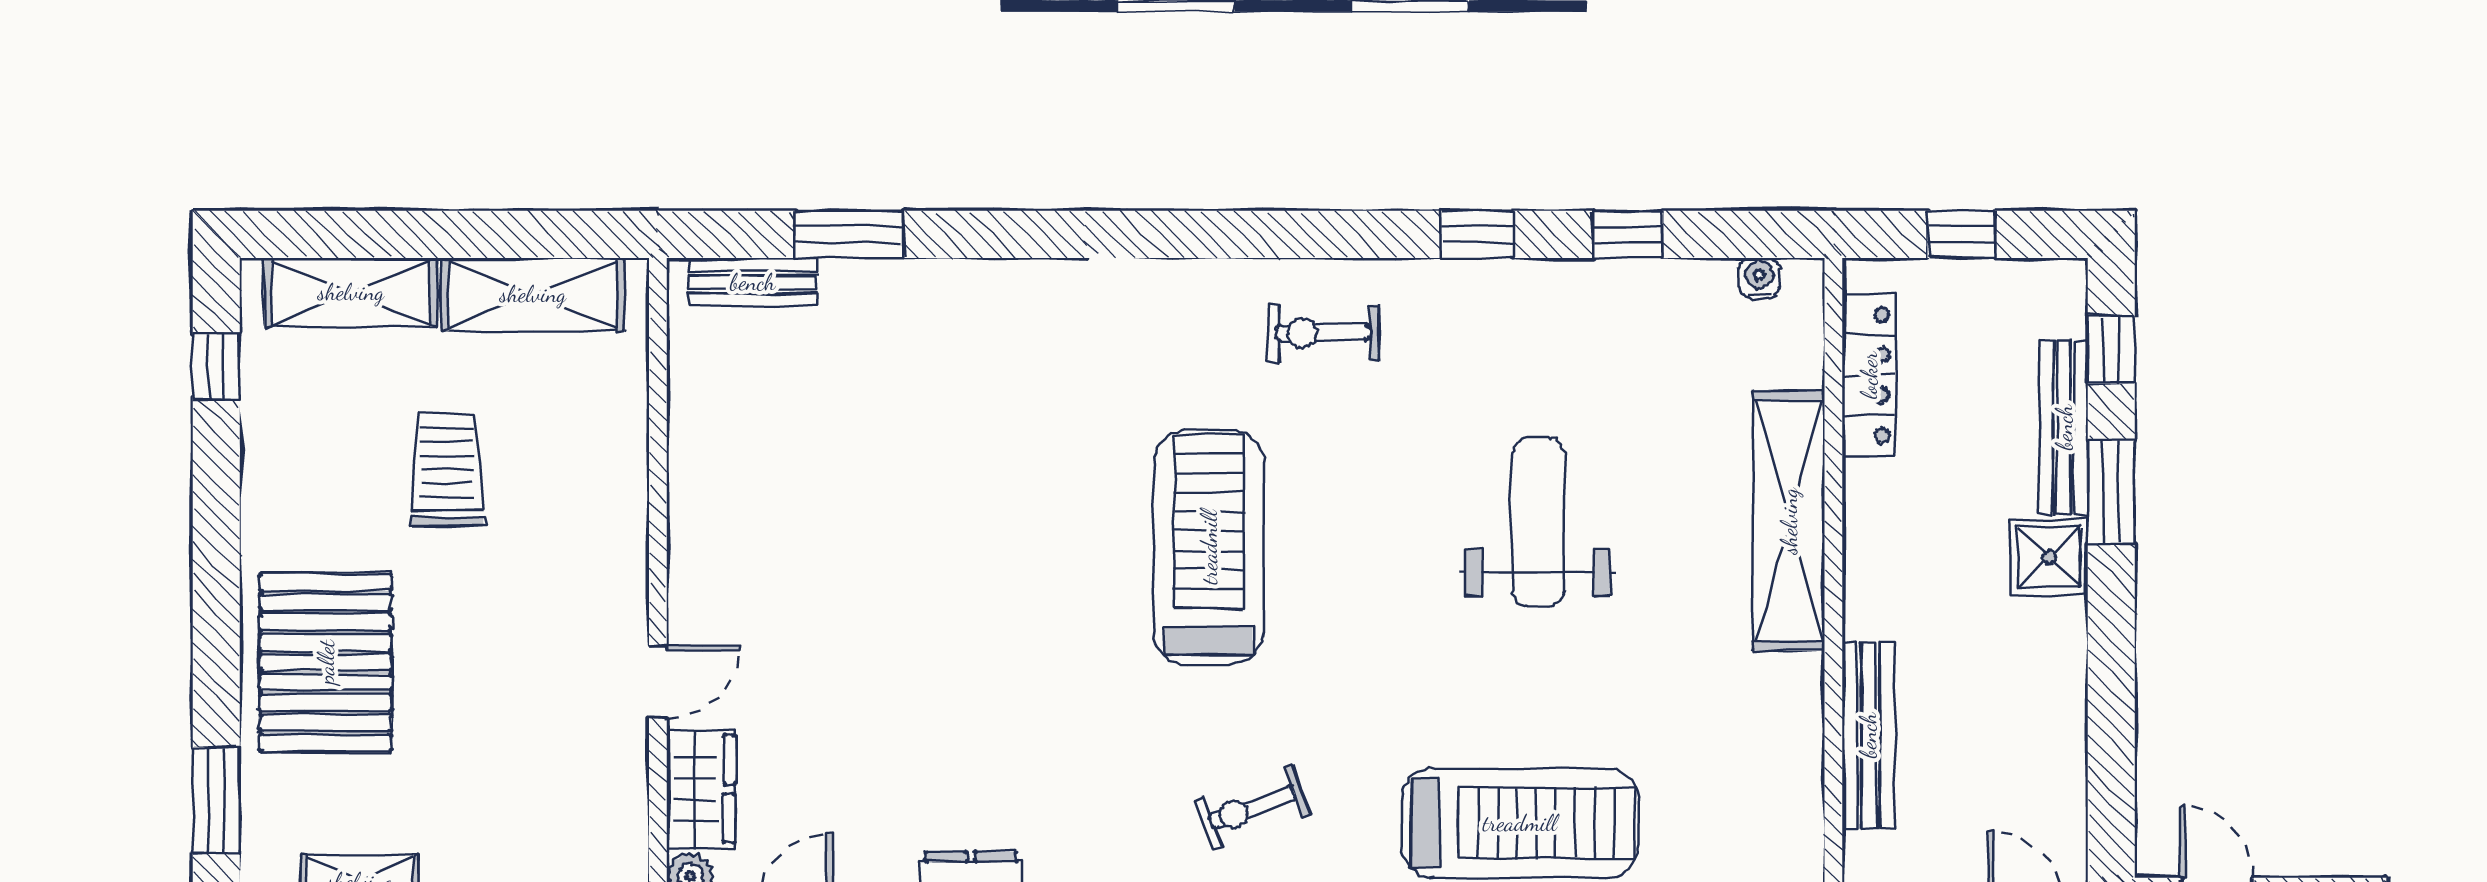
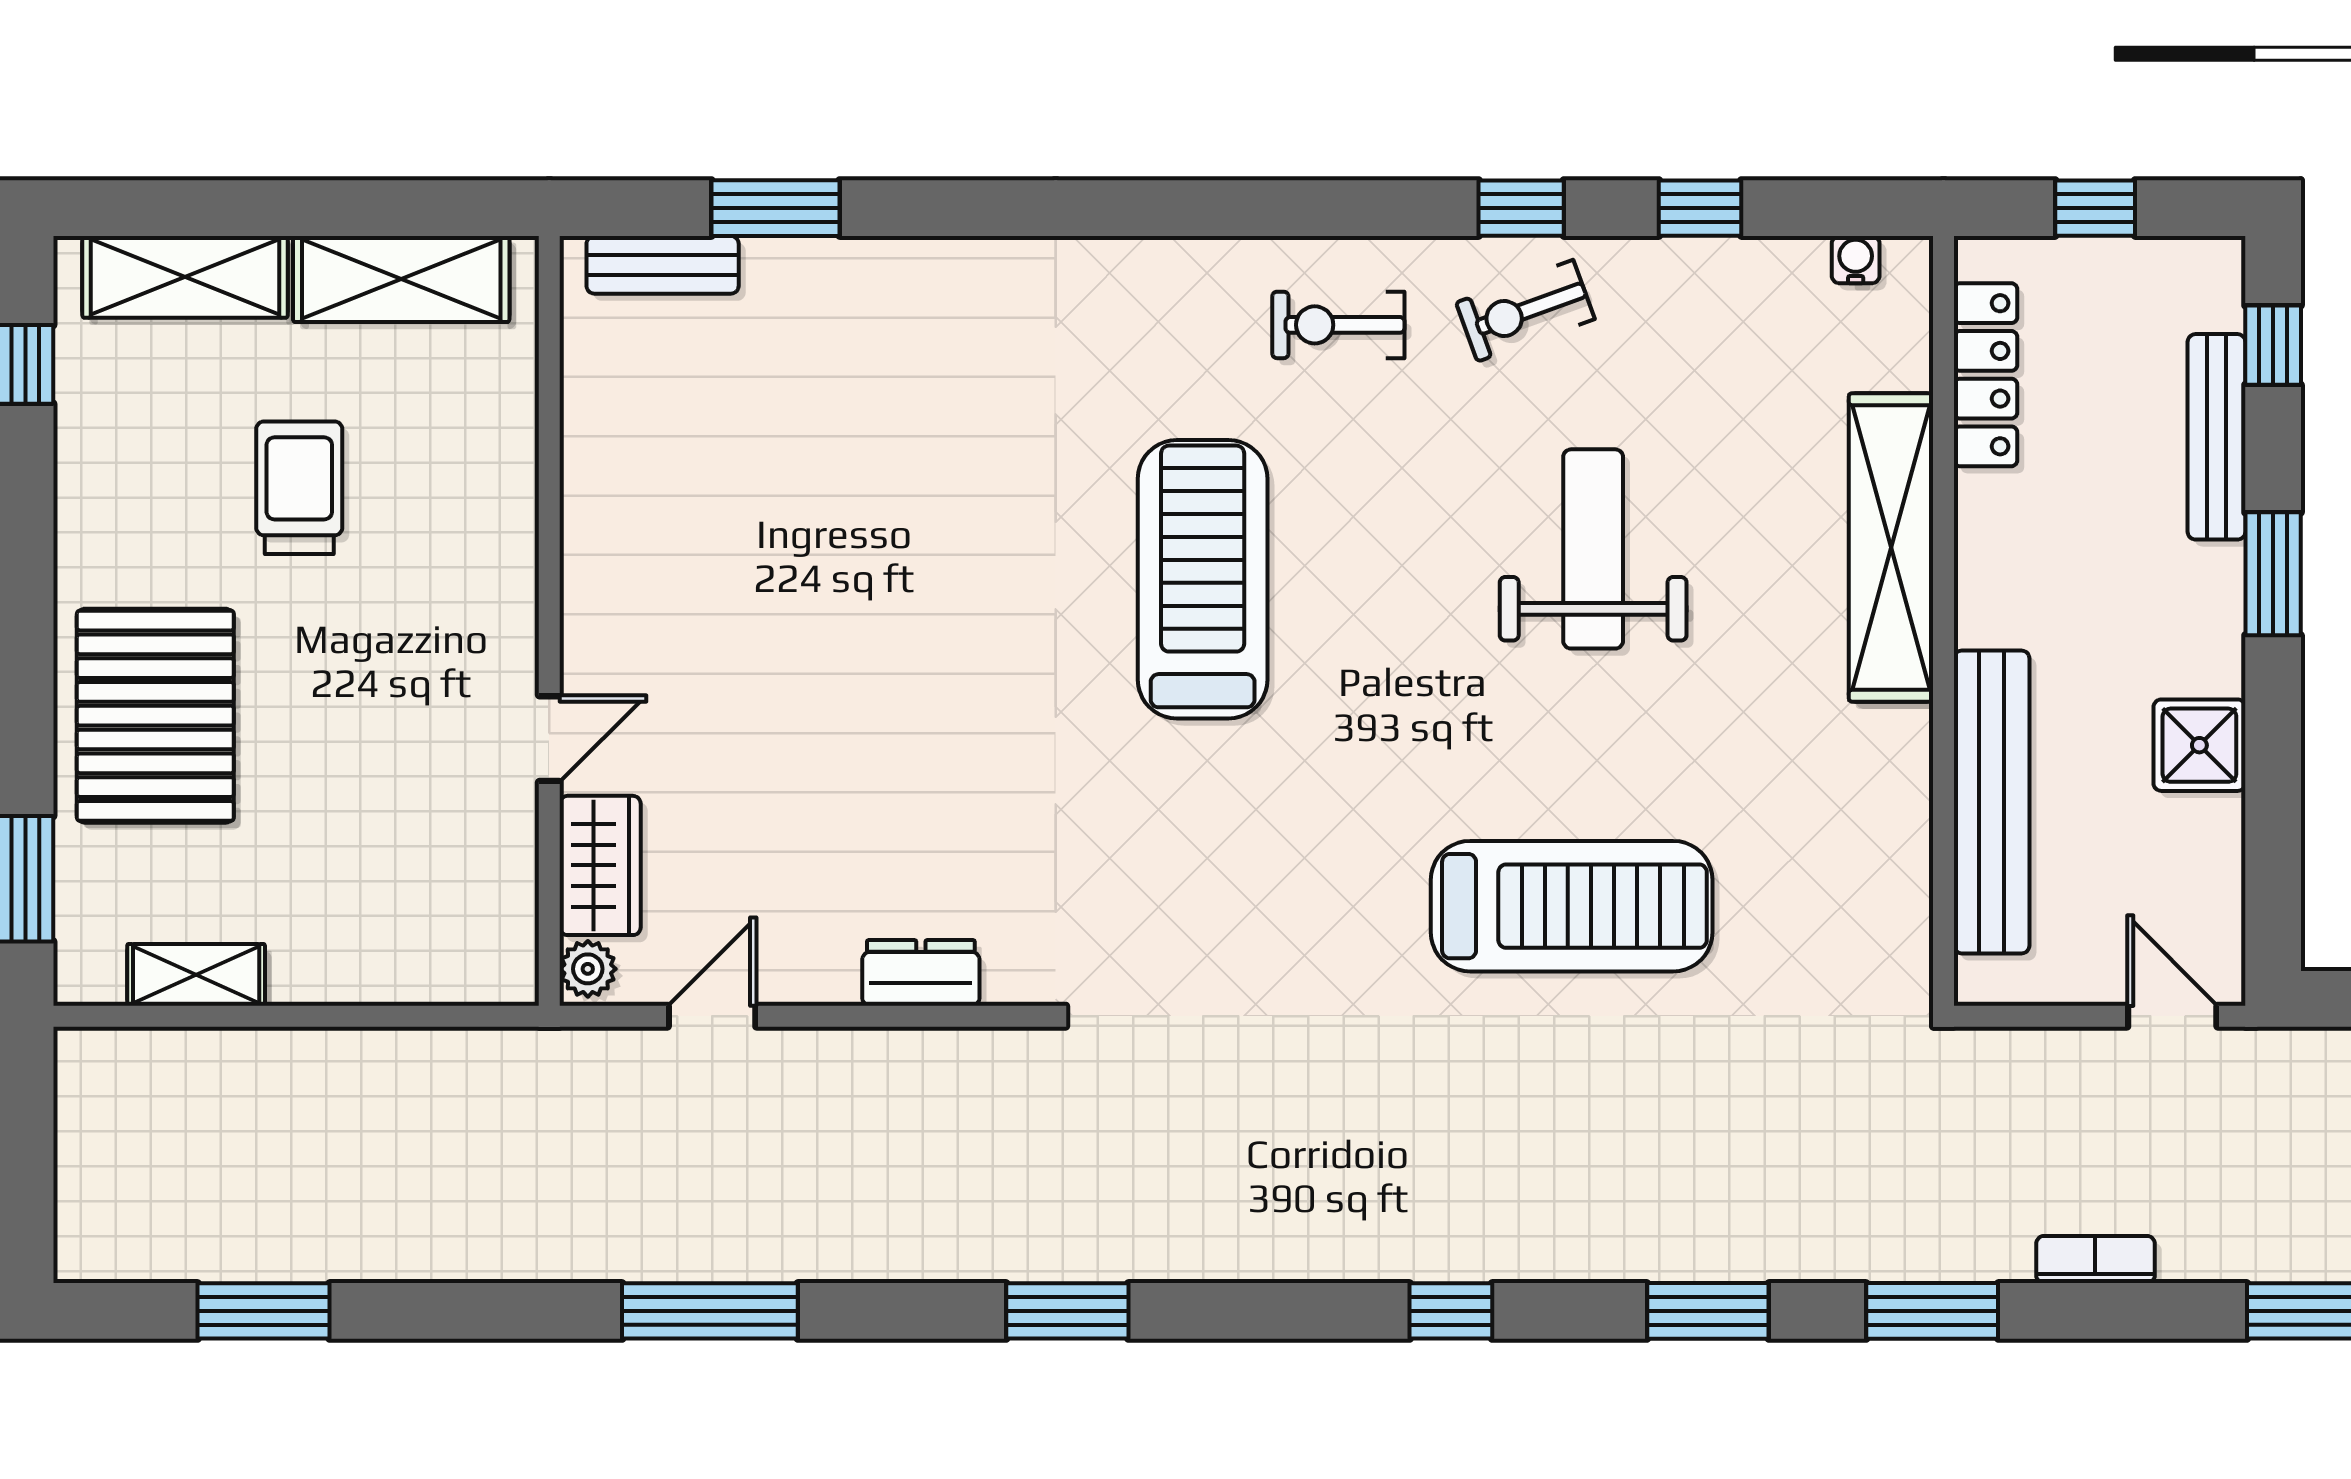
window: (2111, 492) -> (2273, 574), moved
shower: (2049, 557) -> (2199, 745), moved
bench: (1868, 735) -> (1992, 802), width x1.37, depth x1.21
exercise bike: (1252, 807) -> (1525, 311), moved

